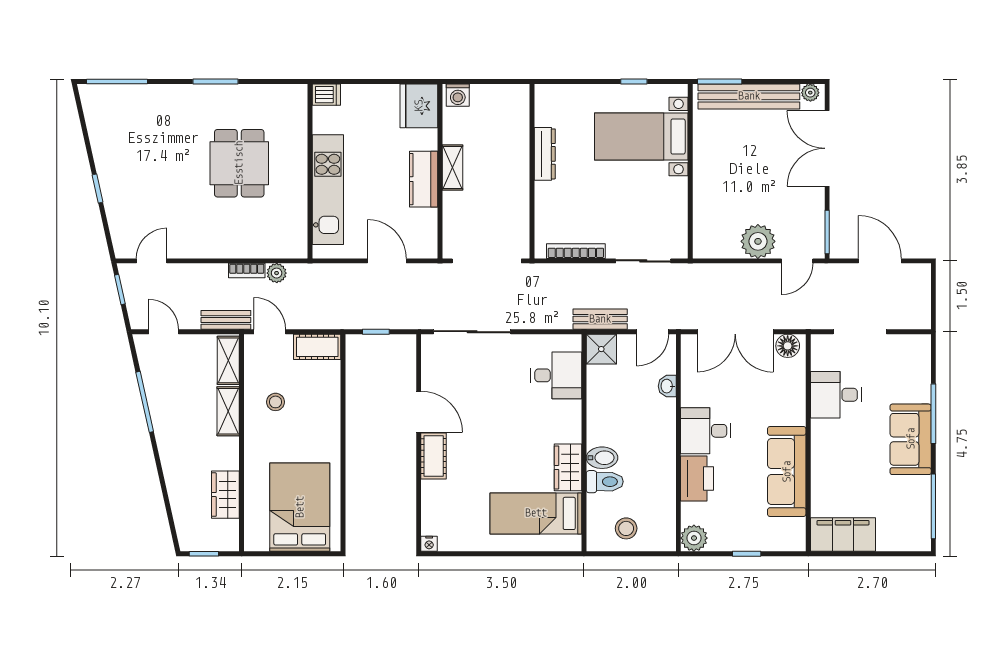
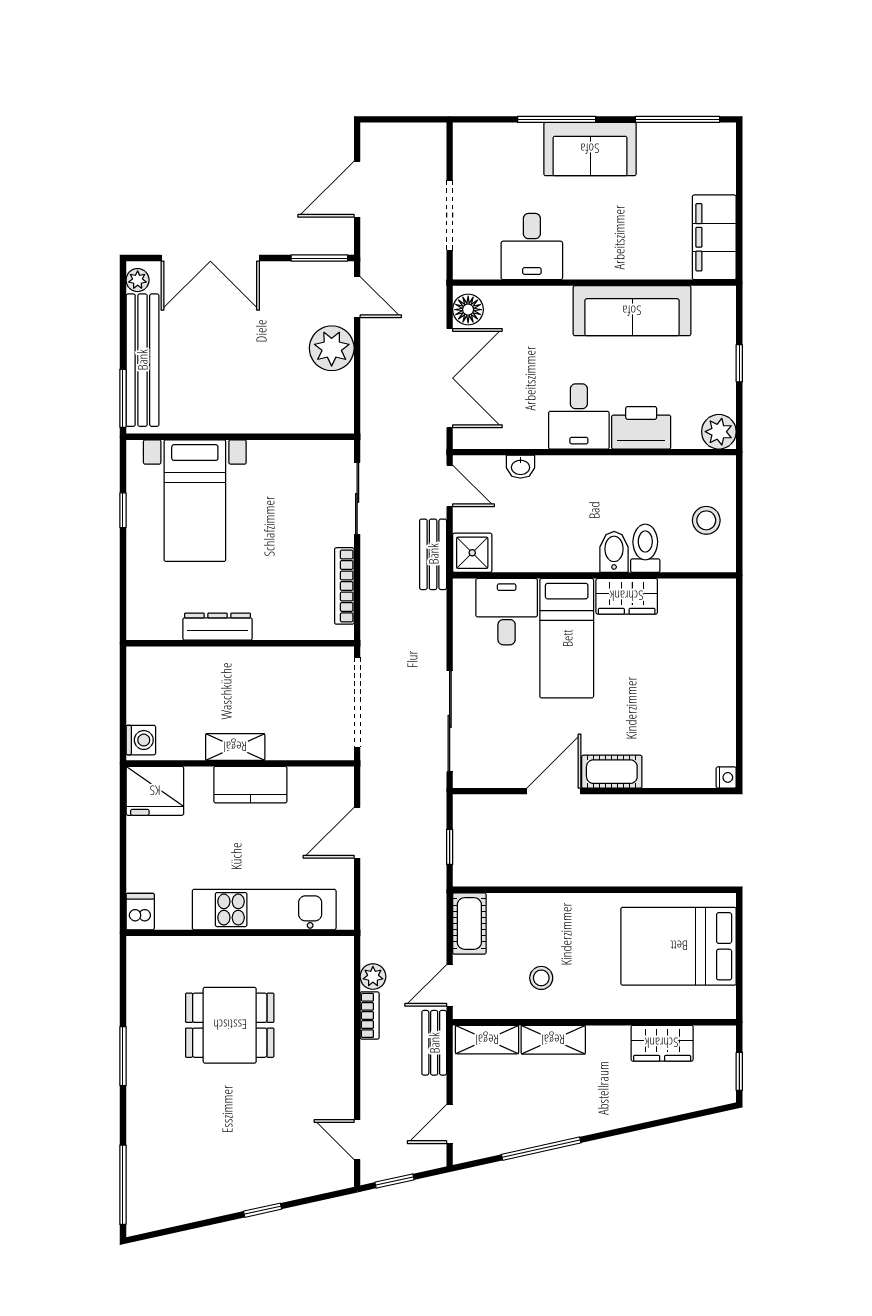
bed: (536, 513) -> (567, 638), moved

